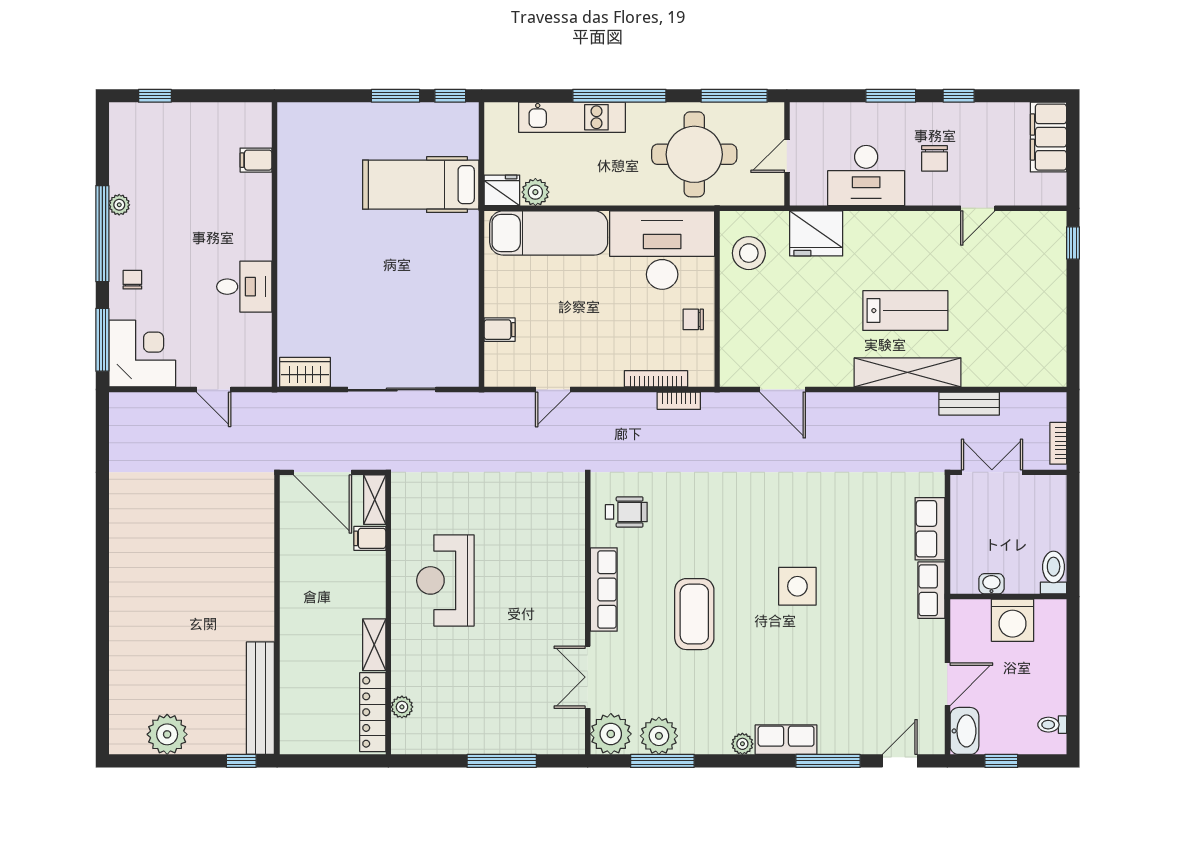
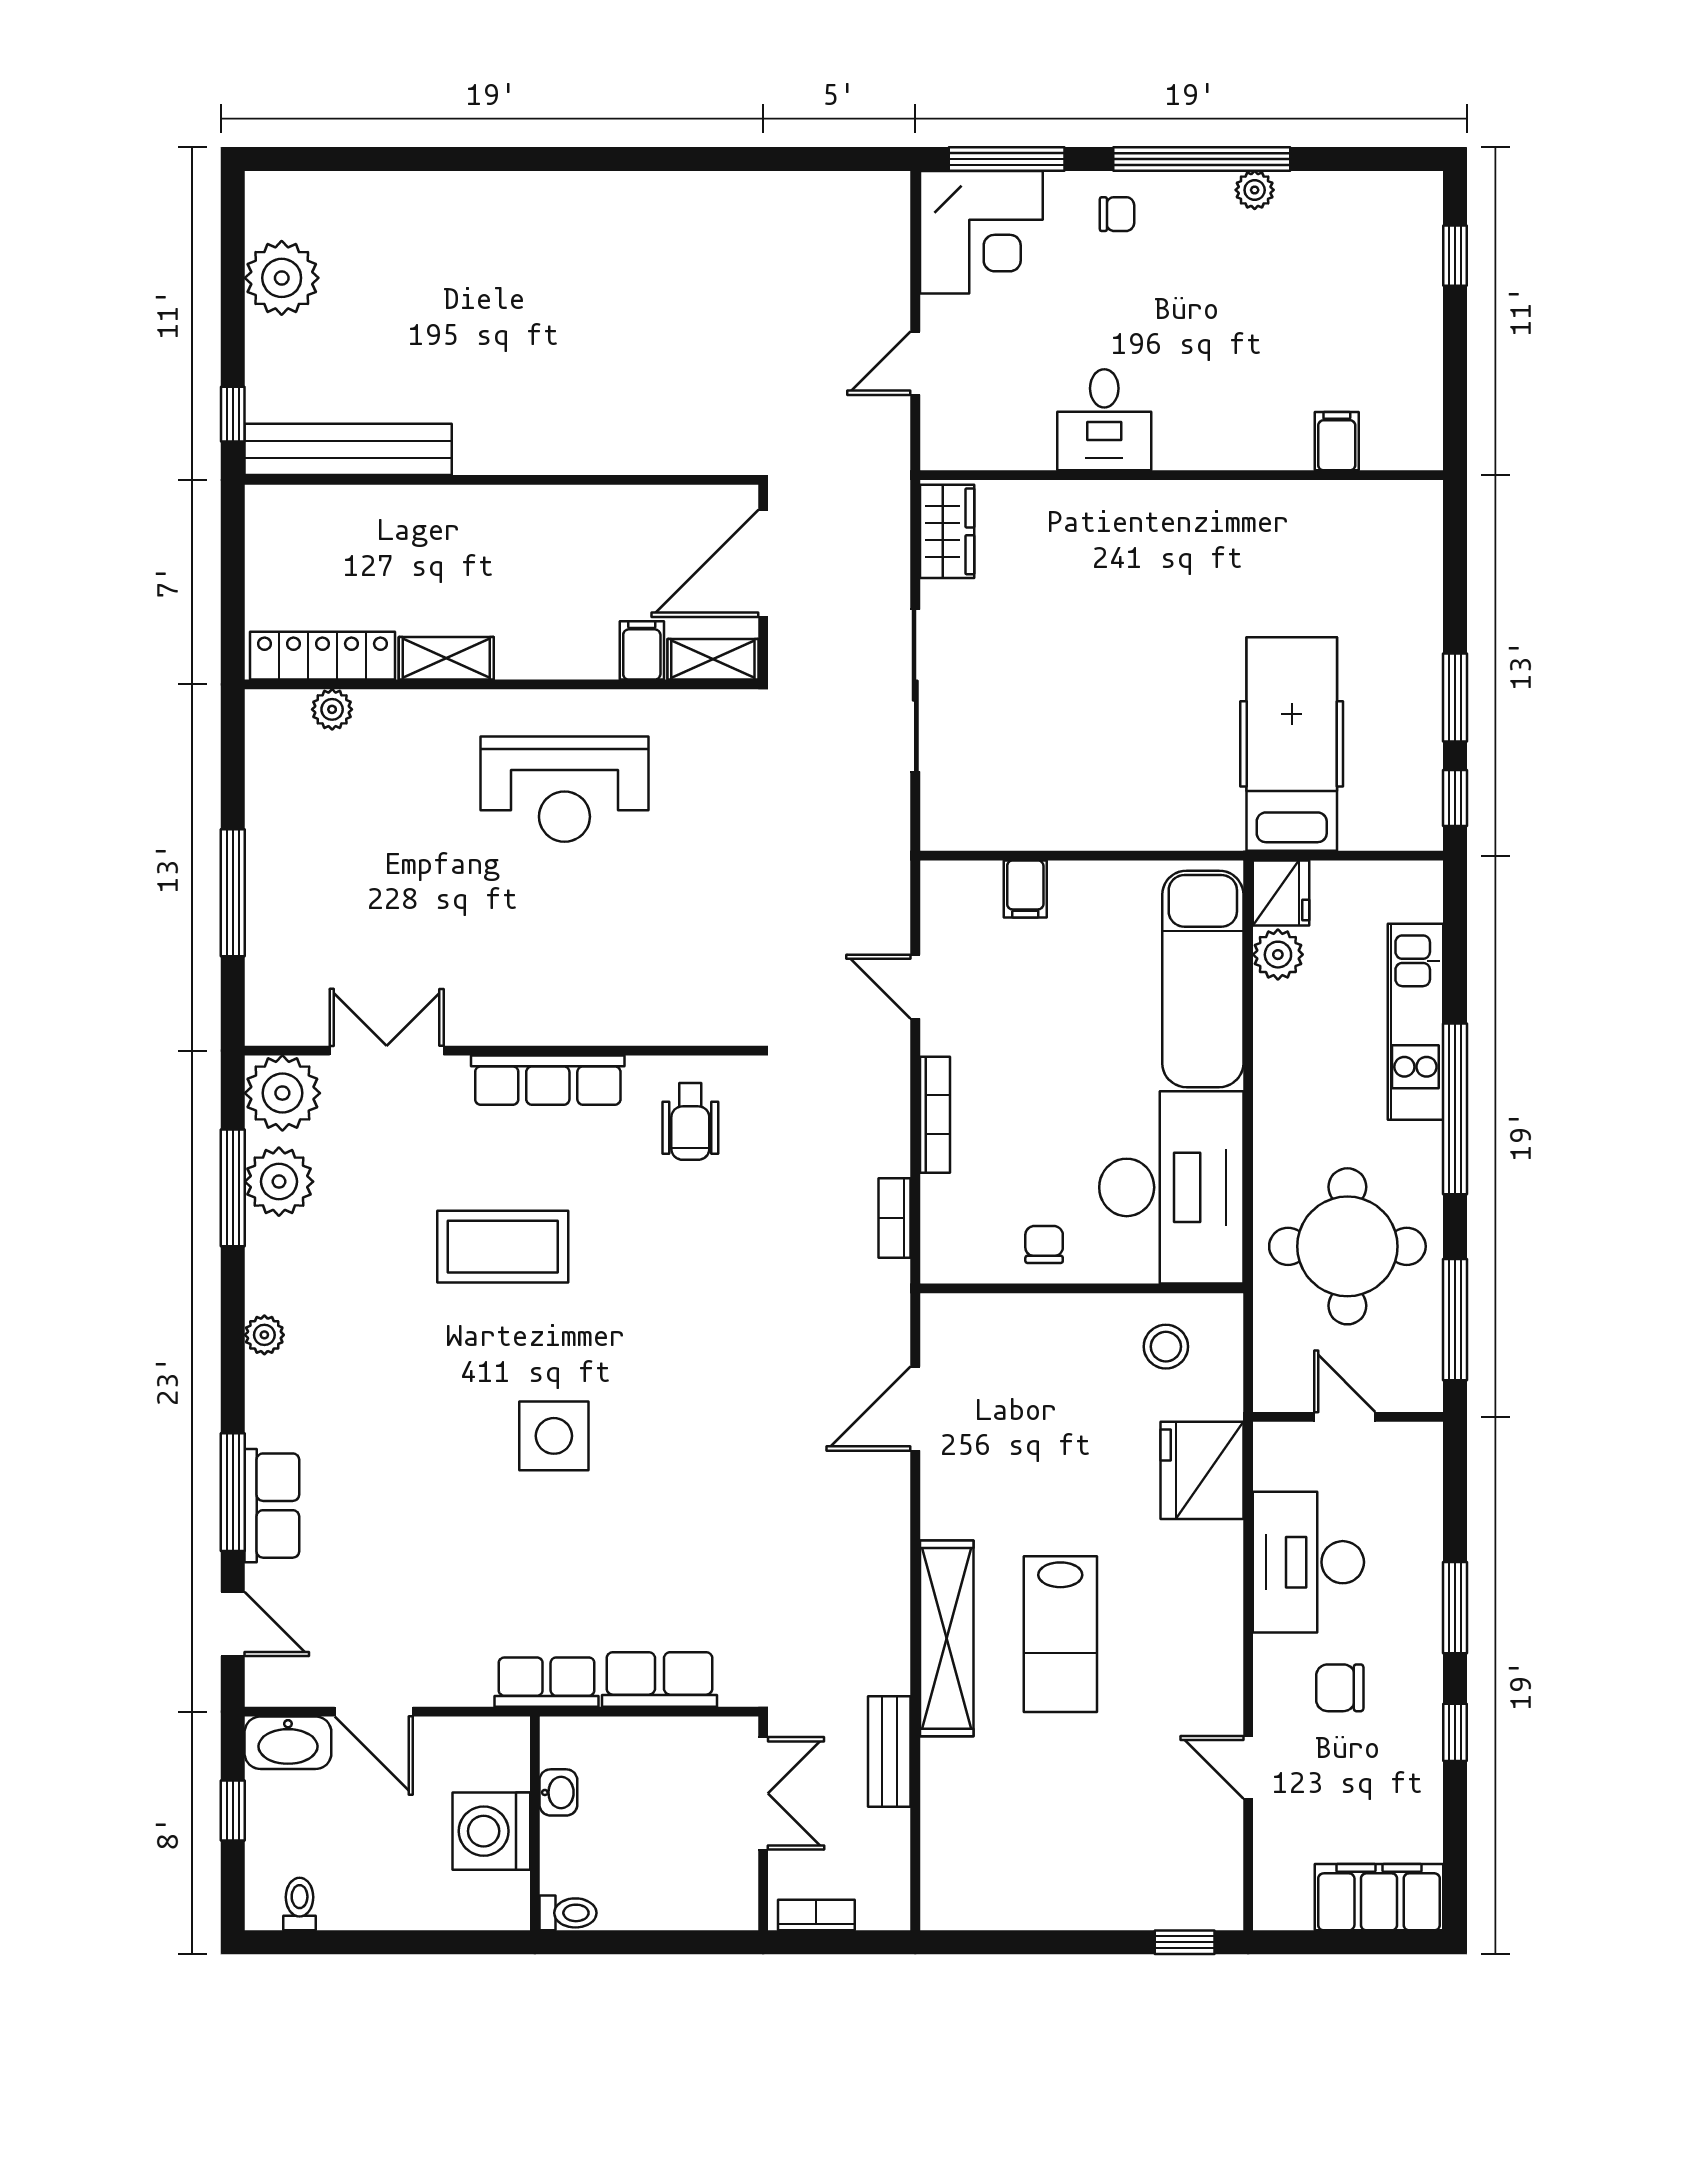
stool: (749, 253) -> (1166, 1347), width x0.73, depth x0.73
bookcase: (656, 379) -> (935, 1115), moved
toilet: (1054, 573) -> (568, 1913), width x0.73, depth x0.72
reception desk: (445, 580) -> (564, 789), turned 180
row of seats: (786, 740) -> (272, 1506), moved

